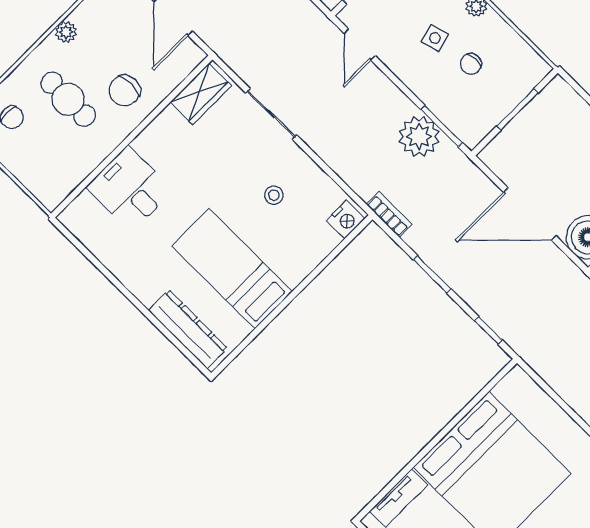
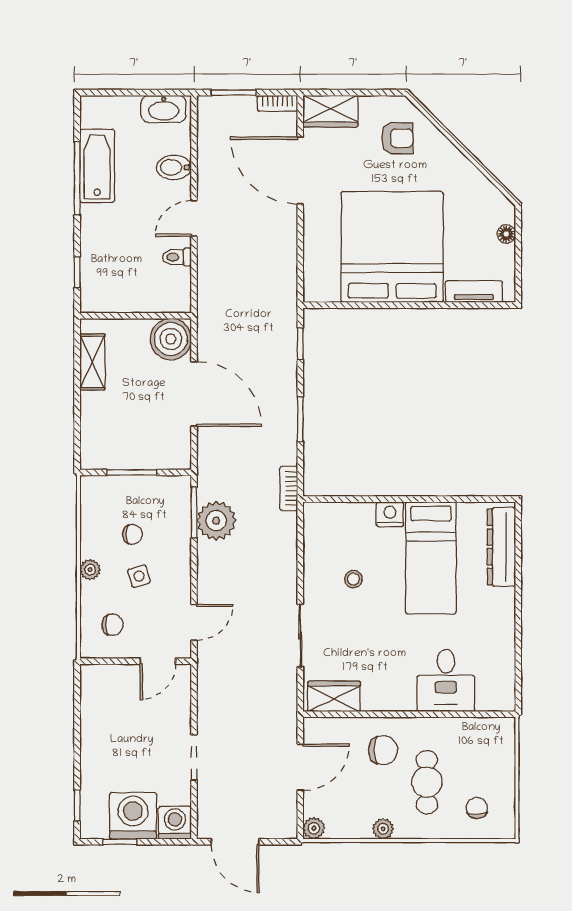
nightstand: (346, 220) -> (390, 514), moved

